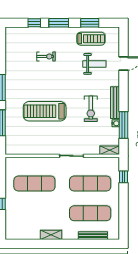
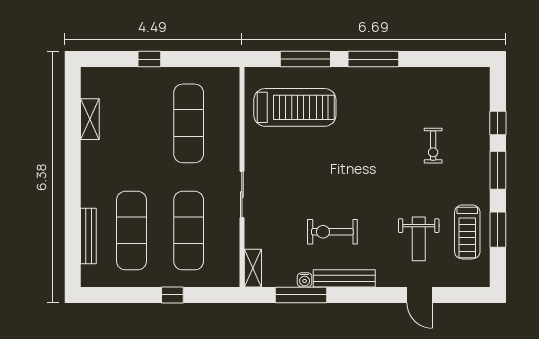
treadmill: (45, 111) -> (295, 107), moved, turned 90
window: (124, 177) -> (172, 295), moved
shelving: (51, 235) -> (90, 119), moved

